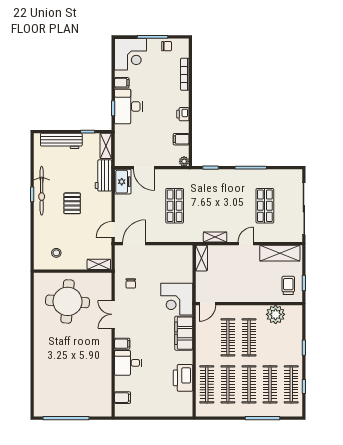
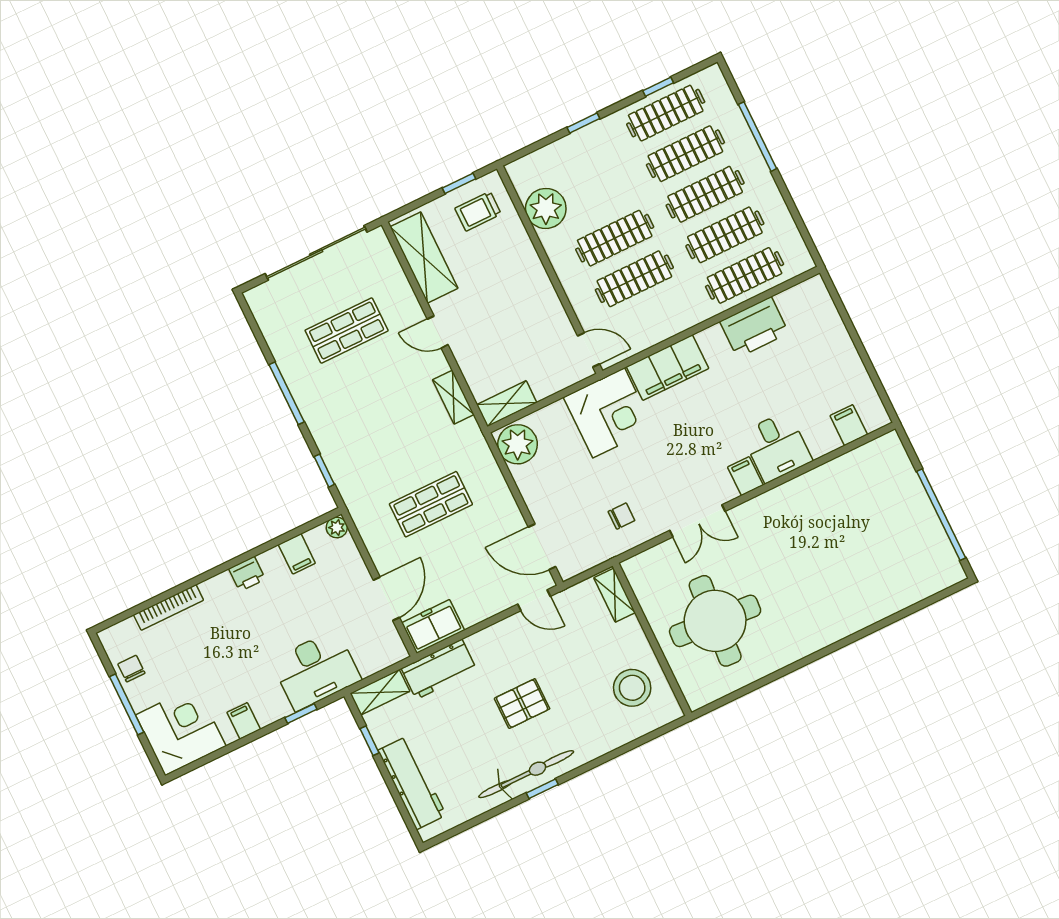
desk: (128, 106) -> (316, 670), moved
stool: (56, 253) -> (632, 688), width x1.89, depth x1.89
plant: (182, 254) -> (518, 444), added

